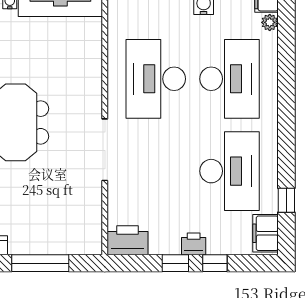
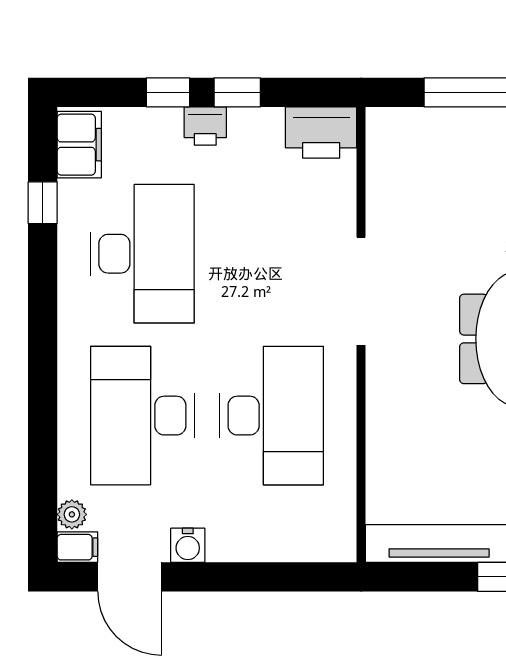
desk: (229, 171) -> (142, 254), turned 180

